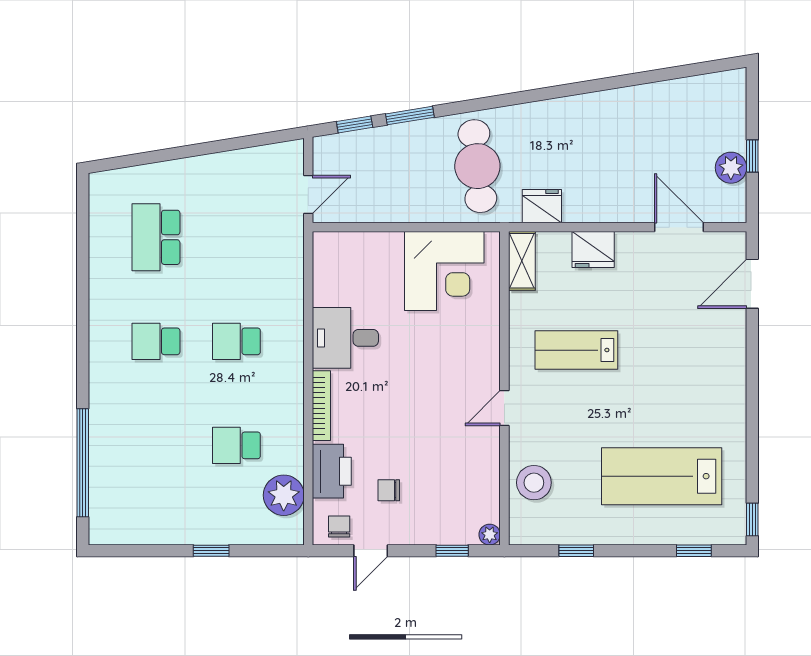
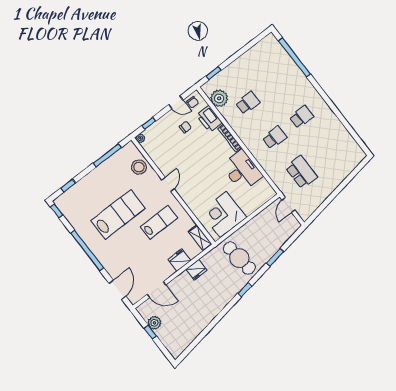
window: (355, 124) -> (245, 290), moved
fridge: (542, 206) -> (197, 270), moved
school desk: (156, 237) -> (301, 172), moved
desk: (345, 338) -> (242, 171), width x1.37
window: (752, 401) -> (87, 250), added
lab bench: (662, 476) -> (118, 214), moved
window: (211, 551) -> (214, 73), moved
door: (371, 551) -> (176, 102), swing flipped
window: (576, 551) -> (107, 155), width x2.17

